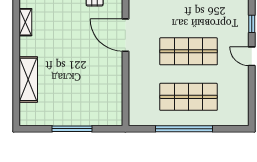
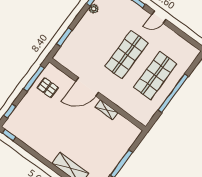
shelving: (25, 22) -> (106, 110), moved

